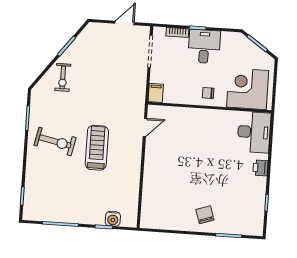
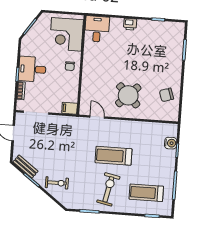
bench: (83, 38) -> (25, 167), added
desk: (254, 132) -> (97, 29), width x0.73
round table: (172, 166) -> (128, 95), added
treadmill: (51, 189) -> (146, 193), added
chair: (205, 215) -> (166, 95), moved

